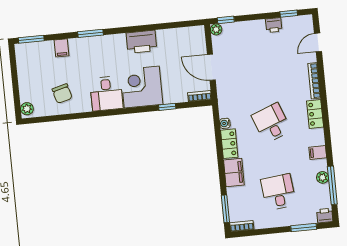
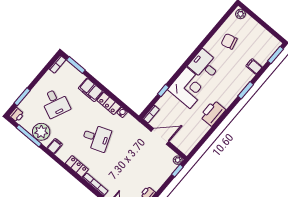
plant: (323, 177) -> (41, 132), width x1.88, depth x1.88
desk: (278, 192) -> (55, 103), turned 30

